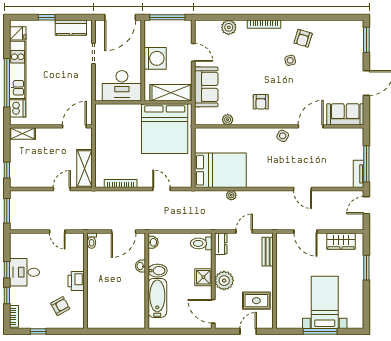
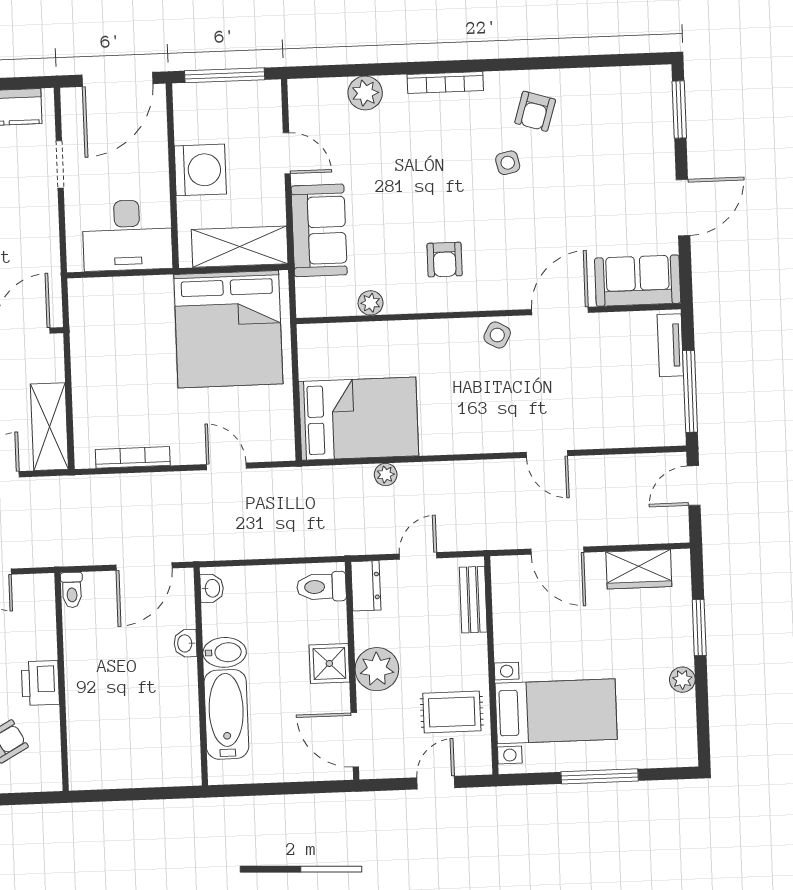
tv unit: (359, 174) -> (670, 345), moved
plant: (358, 290) -> (682, 680), added
bed with nightstands: (325, 302) -> (556, 711), moved, turned 90

